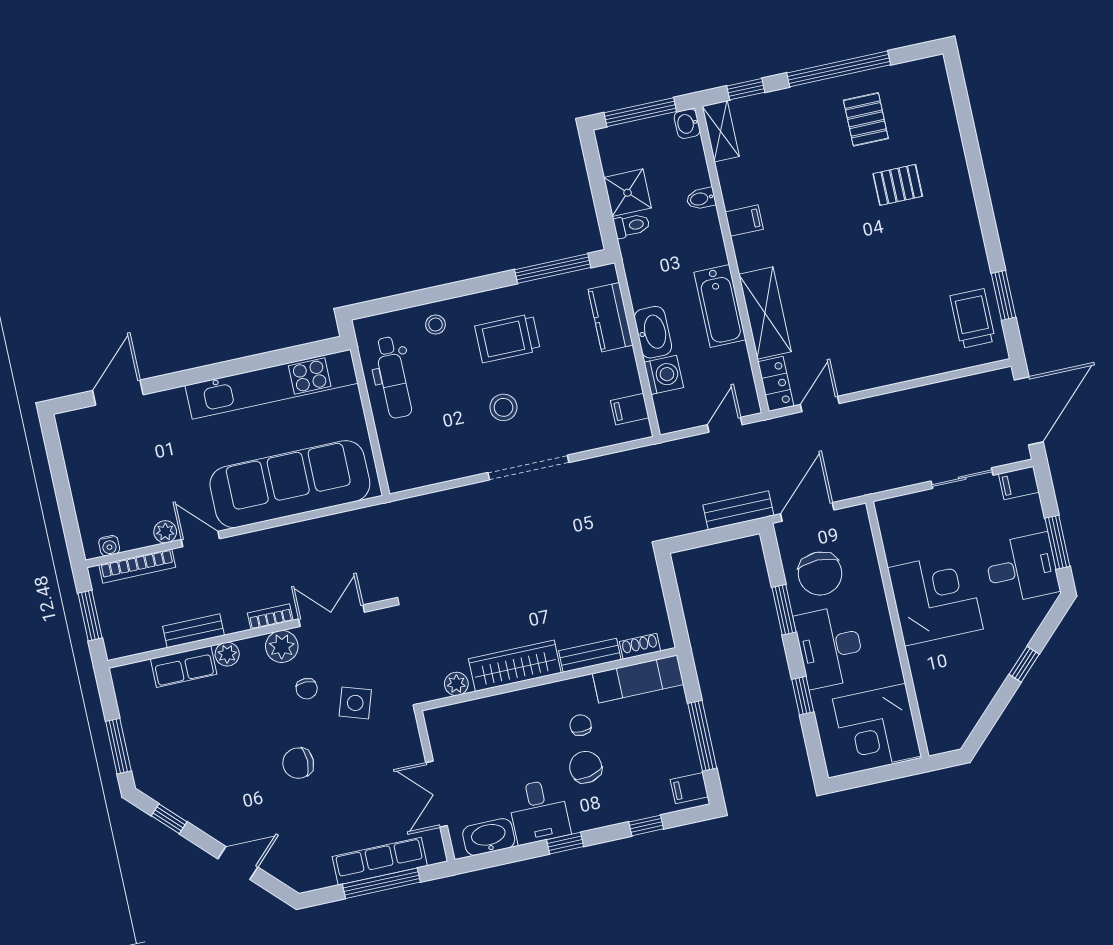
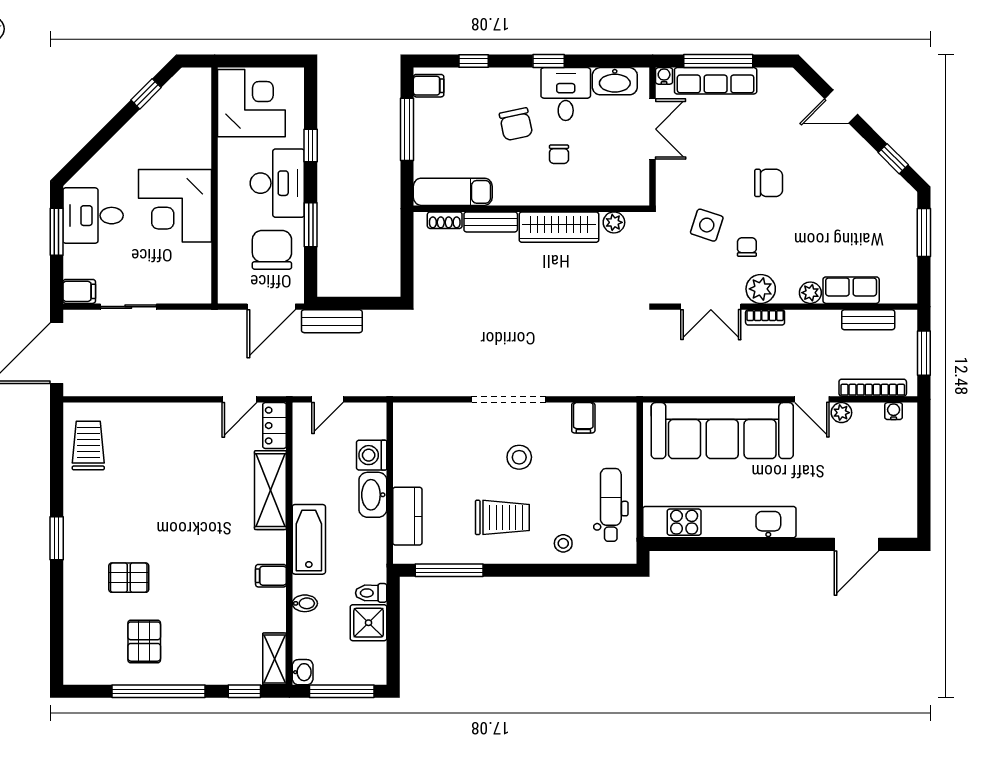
window: (1004, 295) -> (57, 538), moved
bathtub: (720, 306) -> (309, 539), moved
trolley: (973, 318) -> (88, 445), turned 180
filing cabinet: (630, 409) -> (583, 418), moved, turned 90
bench: (194, 631) -> (868, 320), moved
window: (1024, 664) -> (146, 94), moved
chair: (581, 725) -> (559, 154), moved
water cooler: (437, 854) -> (664, 76), added

